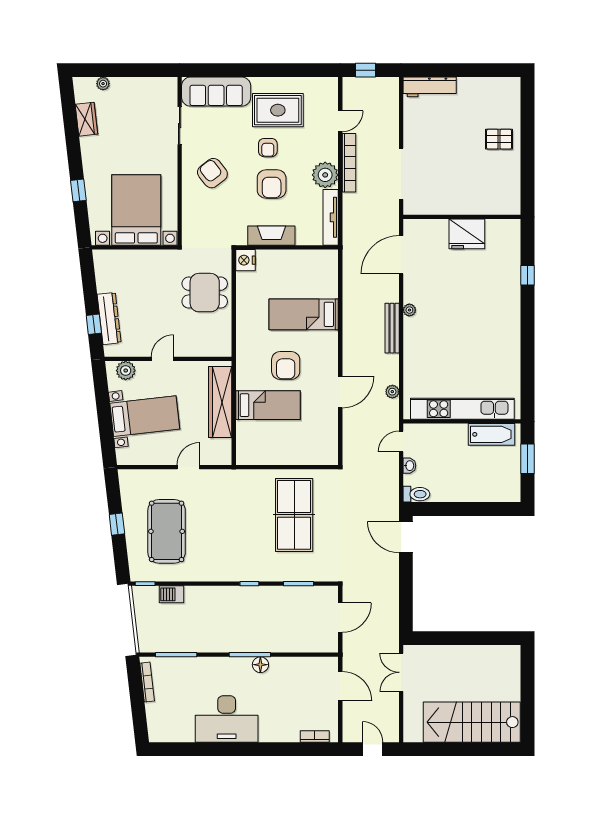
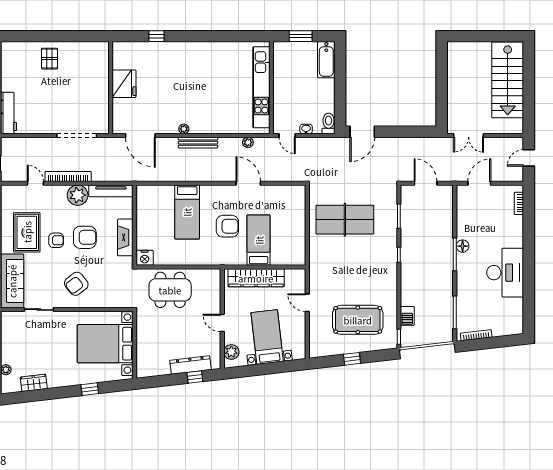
dining table: (205, 293) -> (170, 290), width x1.38
bathtub: (491, 434) -> (326, 60), moved, turned 180

